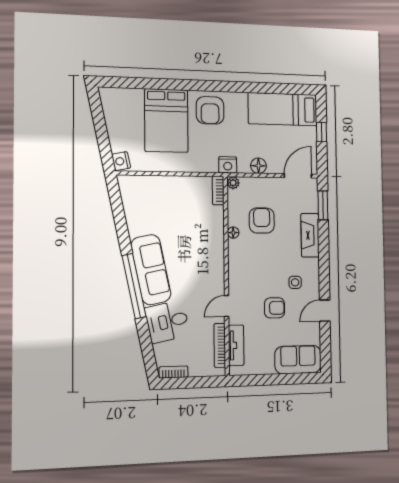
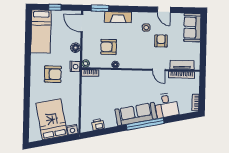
armchair: (210, 110) -> (53, 74), moved
bed: (166, 121) -> (52, 119), moved, turned -102
printer: (131, 205) -> (98, 124), added

